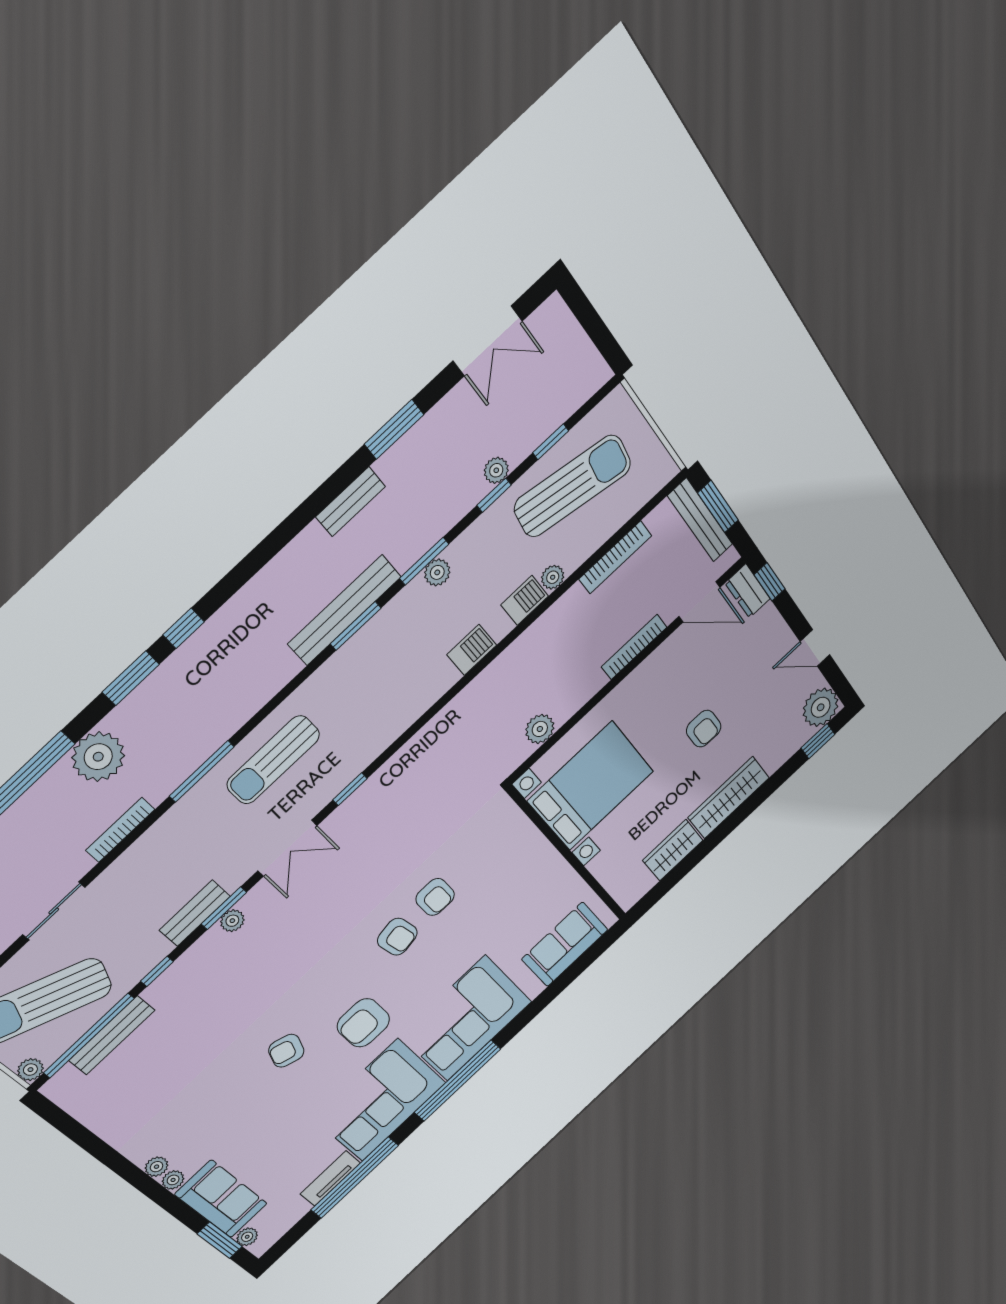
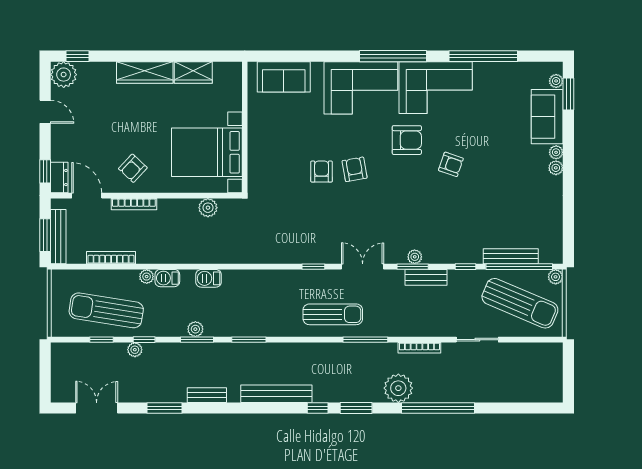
bench: (344, 610) -> (276, 394), moved
armchair: (704, 729) -> (133, 168), moved, turned -137
tv unit: (330, 1178) -> (494, 69), removed

